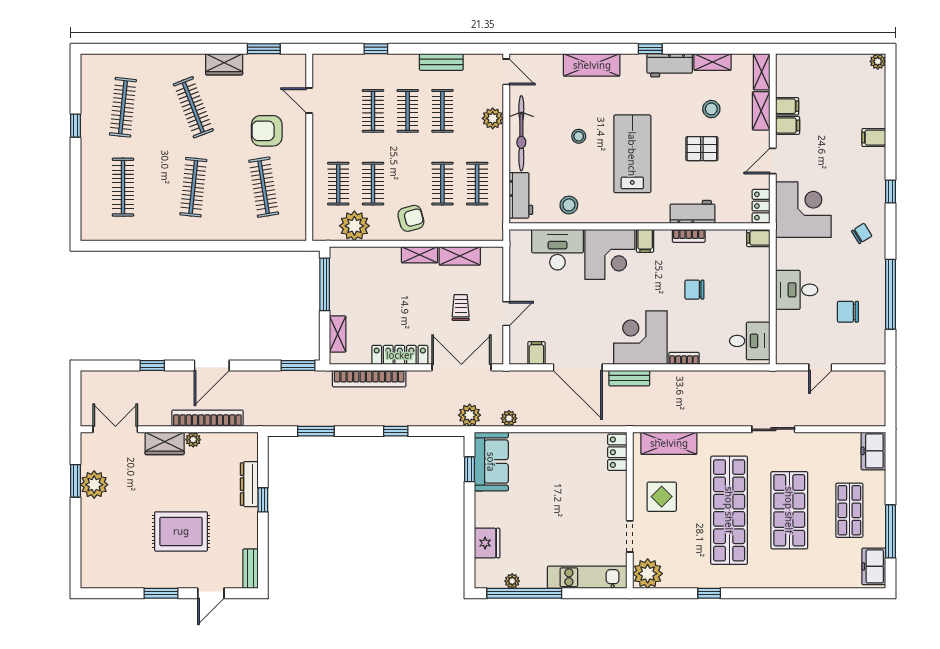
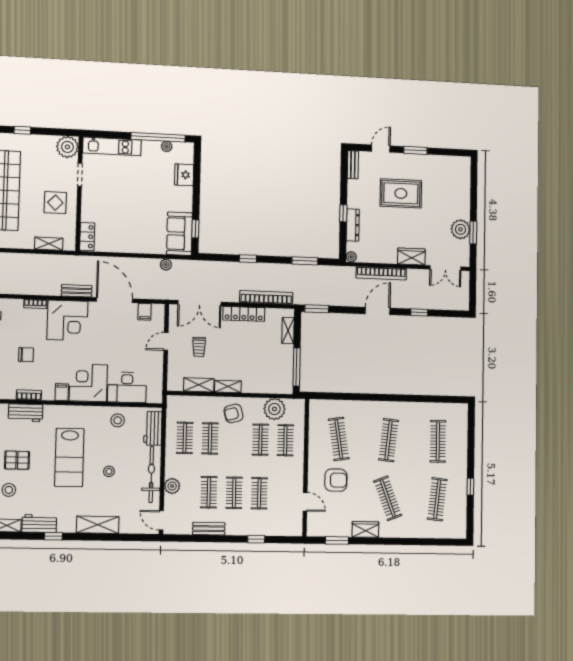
plant: (470, 415) -> (194, 268), removed
plant: (193, 440) -> (351, 257), moved
shelving: (669, 443) -> (49, 244), width x0.67, depth x0.75

